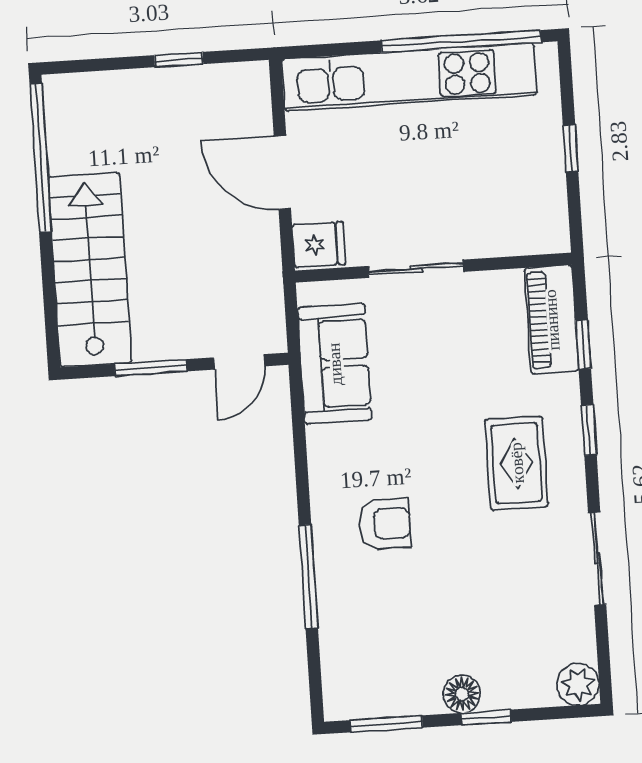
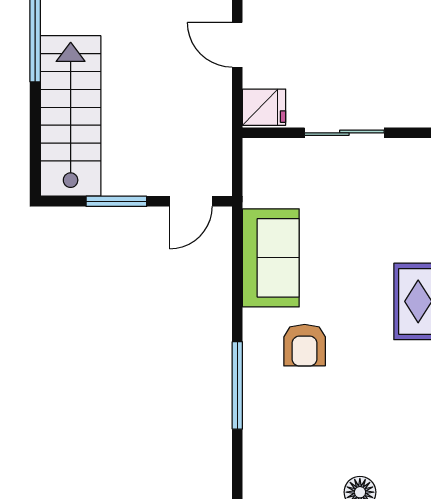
door: (282, 172) -> (237, 45), width x0.73
sofa: (335, 364) -> (271, 258), moved
armchair: (385, 524) -> (305, 345), turned 90

